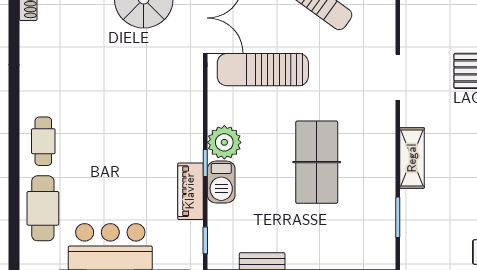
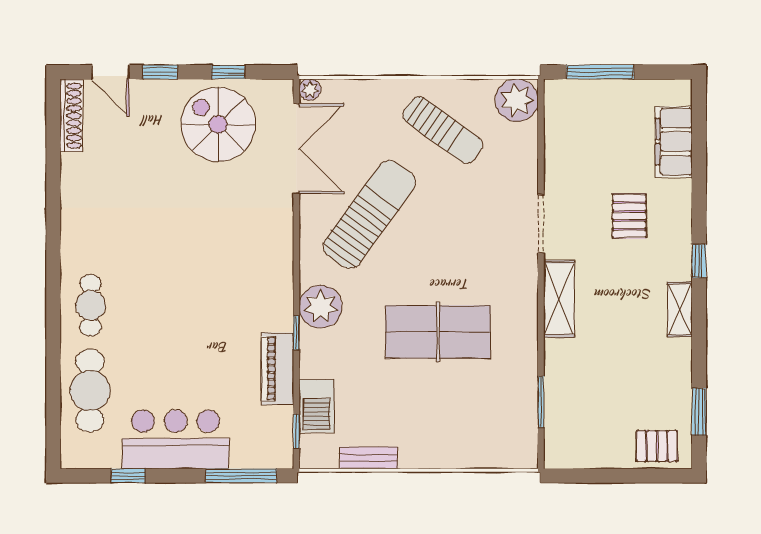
sun lounger: (263, 70) -> (369, 214), turned 126
shelving: (412, 158) -> (559, 299), moved
table tennis table: (317, 162) -> (438, 332), turned 90
barbecue: (221, 182) -> (317, 406), moved

